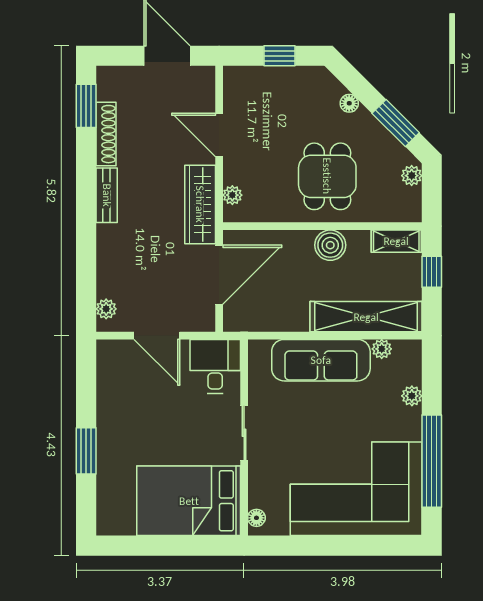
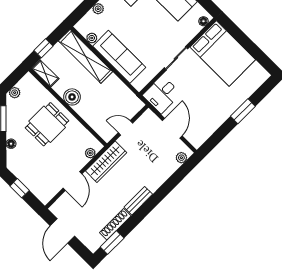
door: (219, 275) -> (125, 128), width x0.53

